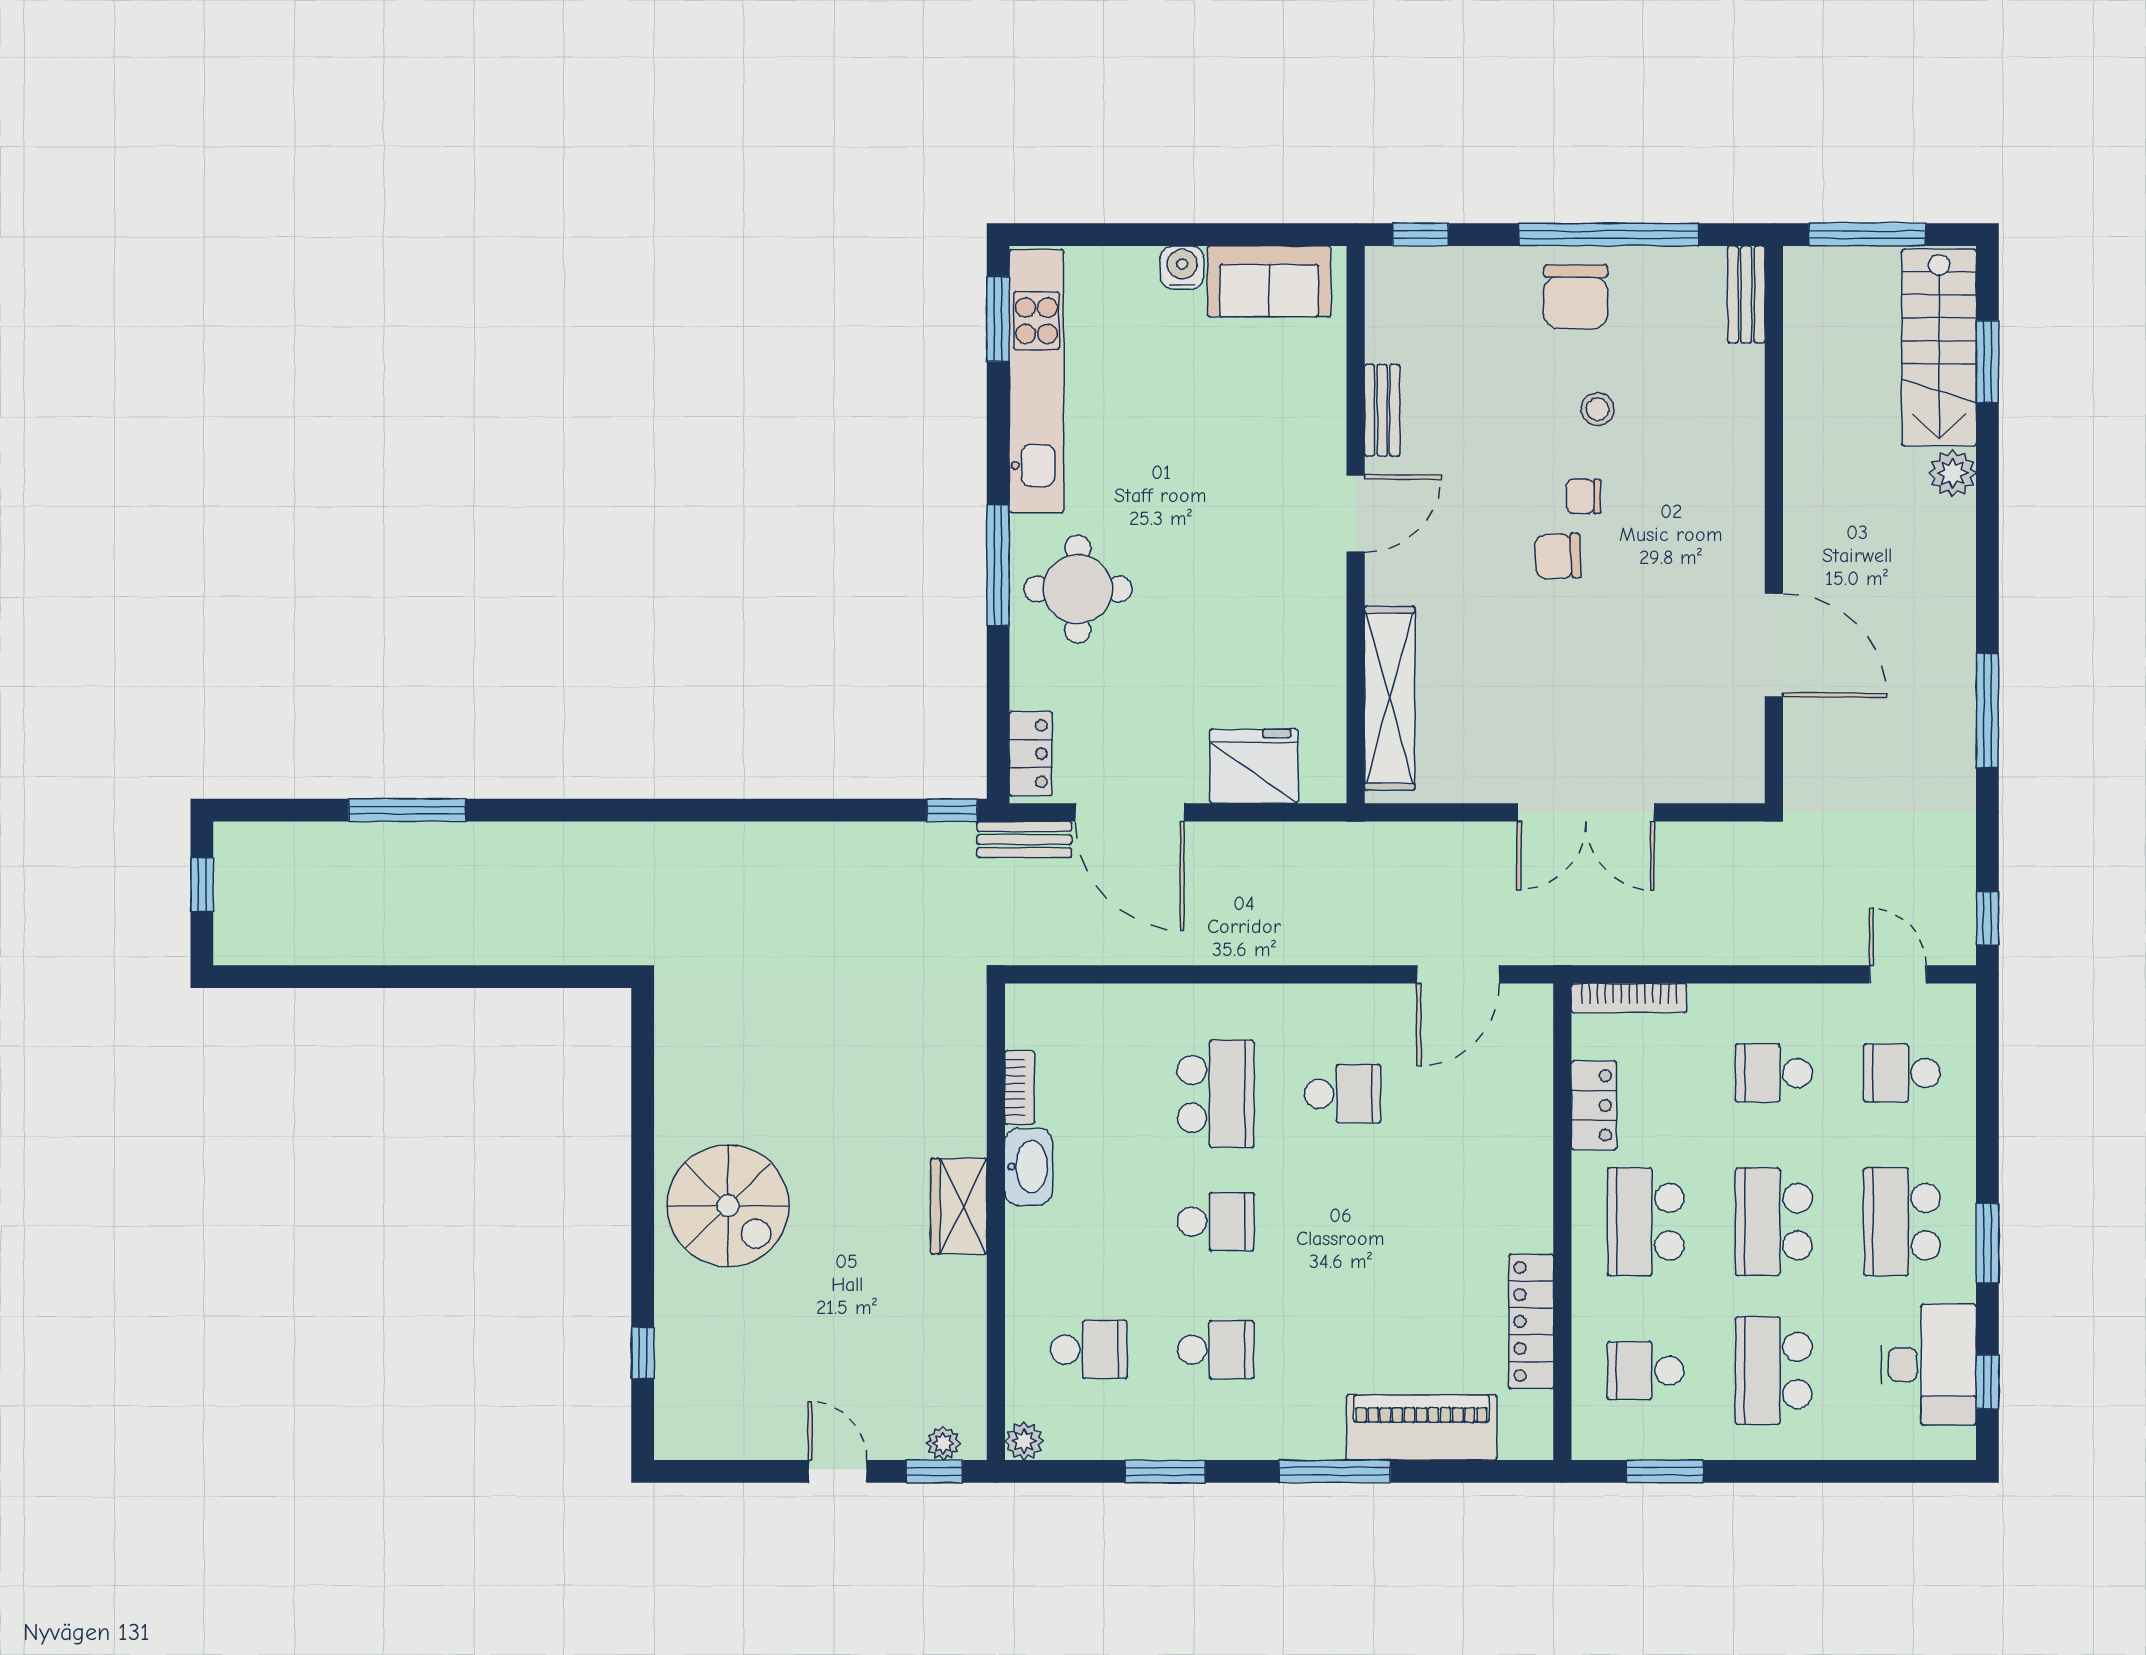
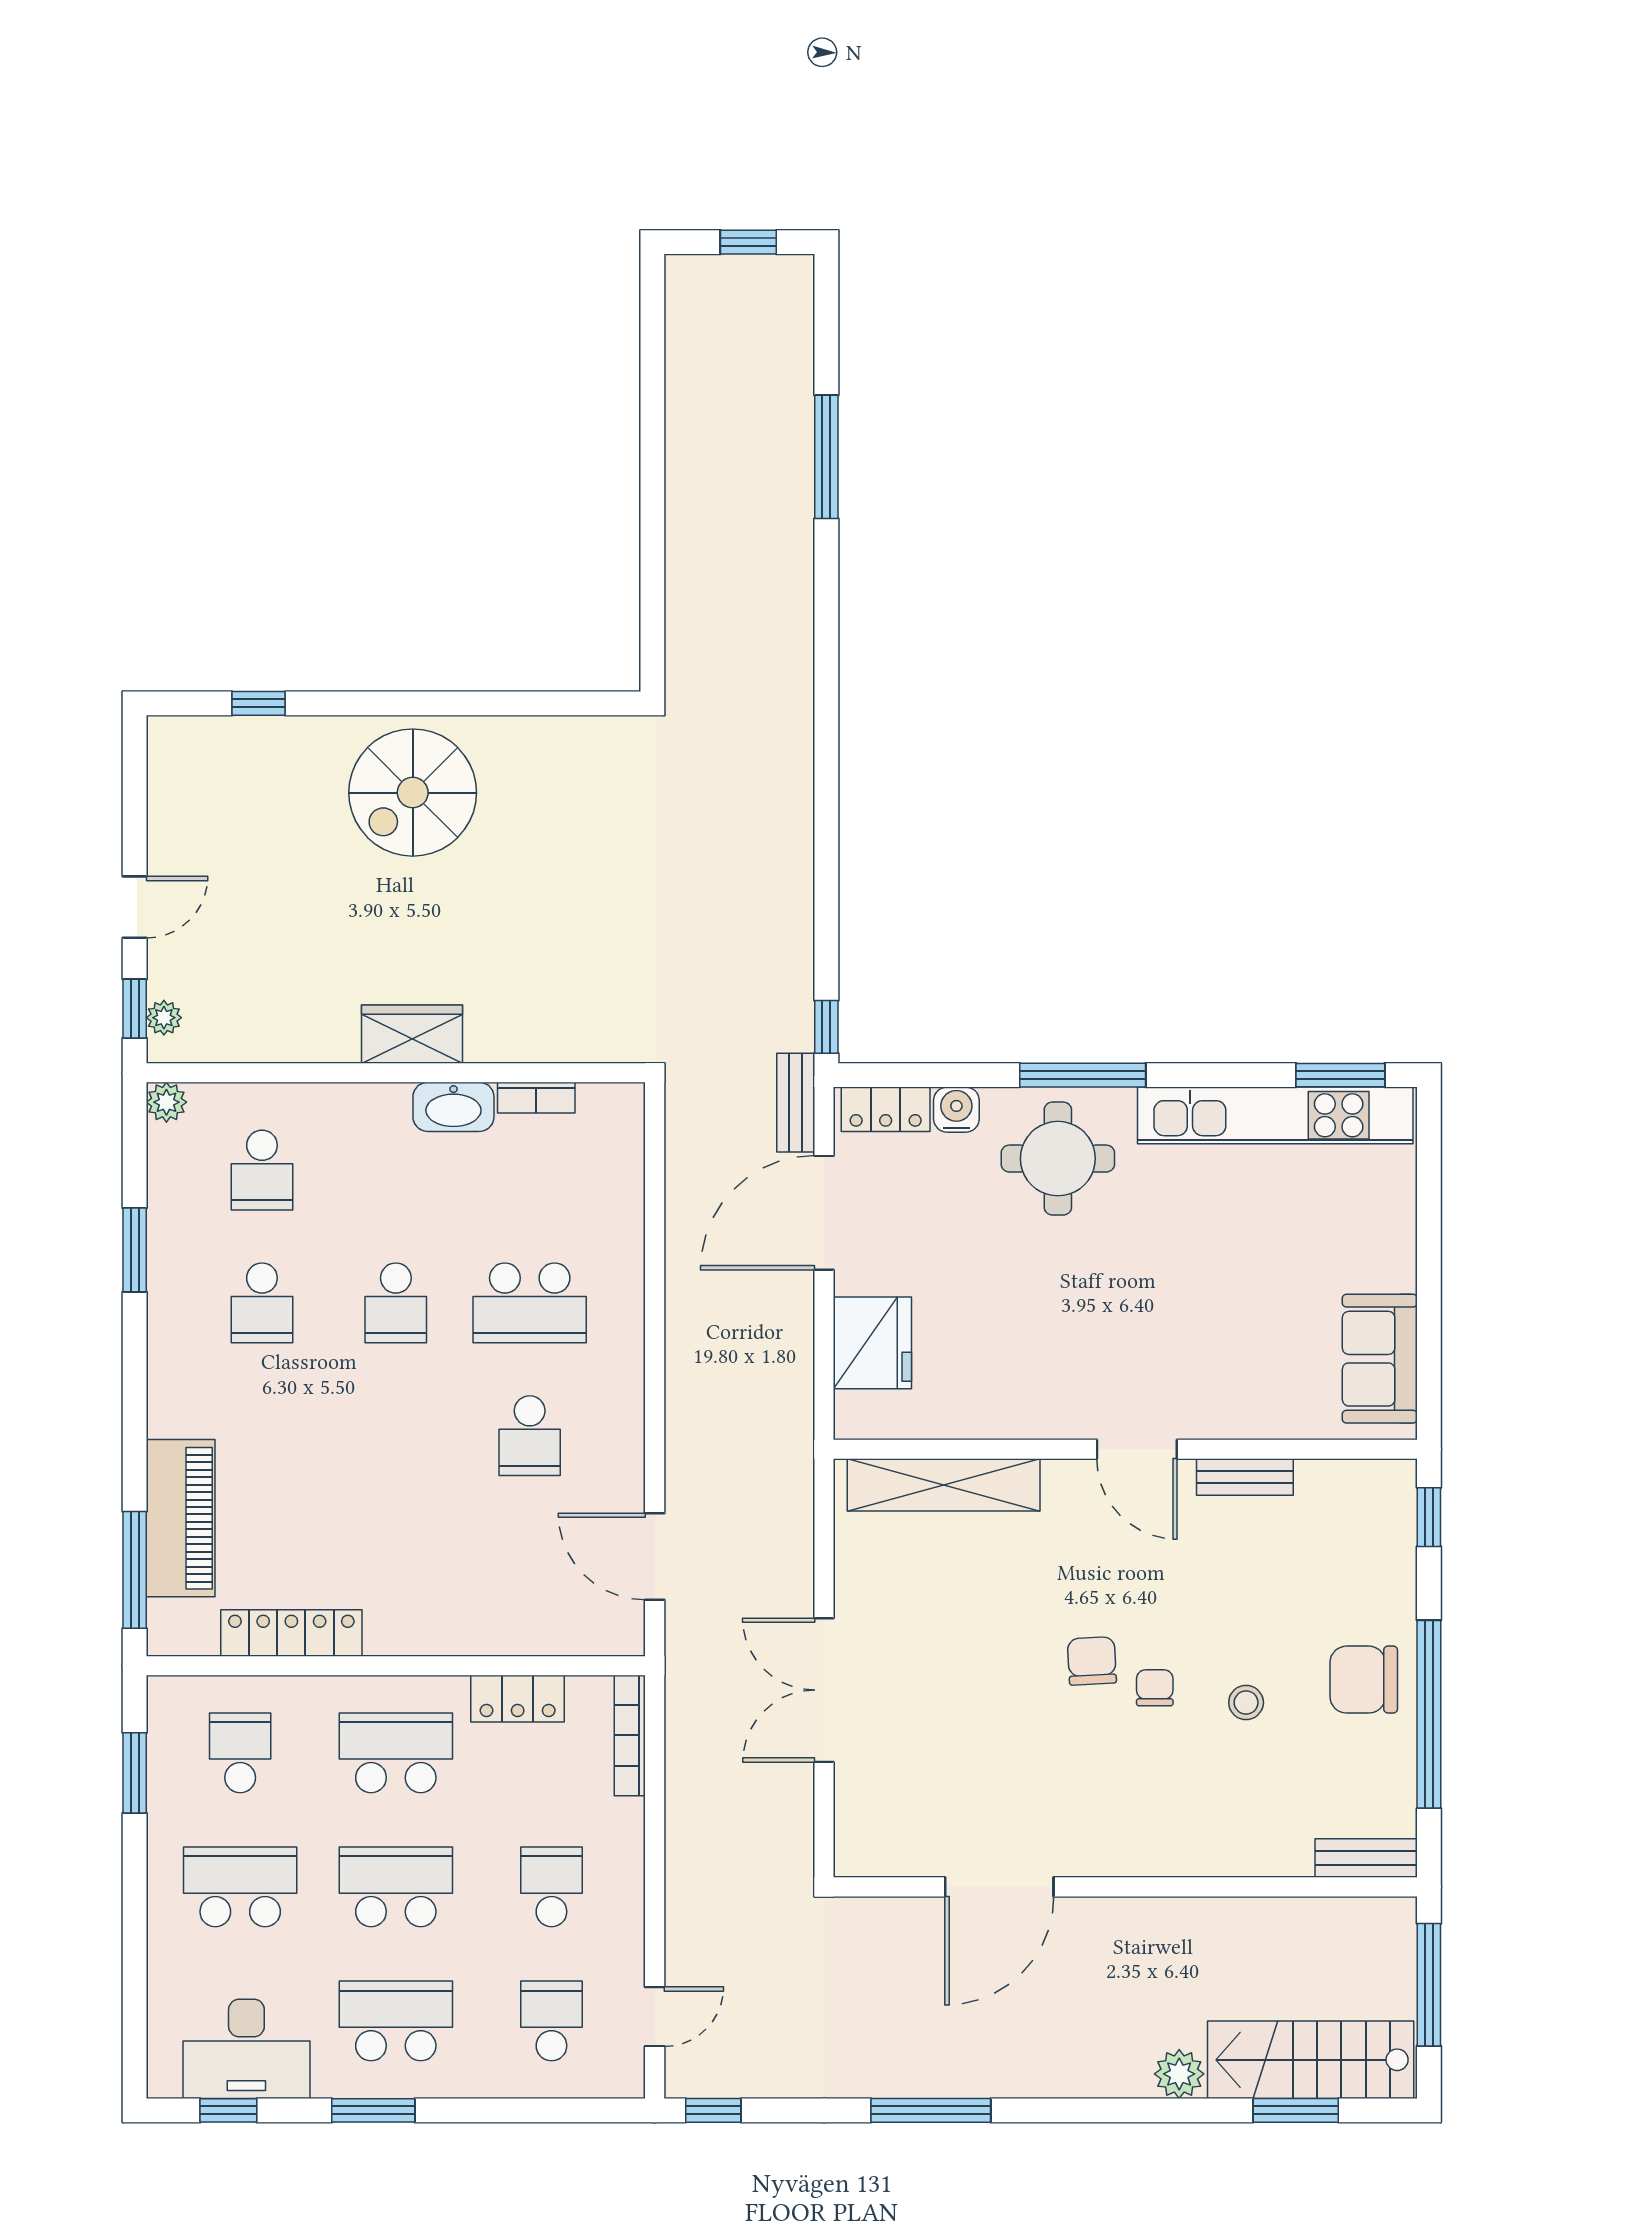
water cooler: (1182, 267) -> (956, 1110), moved, turned -90
window: (1335, 1471) -> (135, 1570), moved

